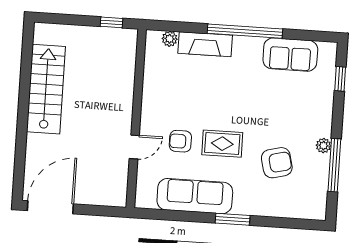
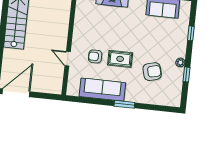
window: (340, 79) -> (191, 33), moved
door: (134, 147) -> (68, 59), swing flipped
window: (334, 165) -> (186, 74), width x0.46

